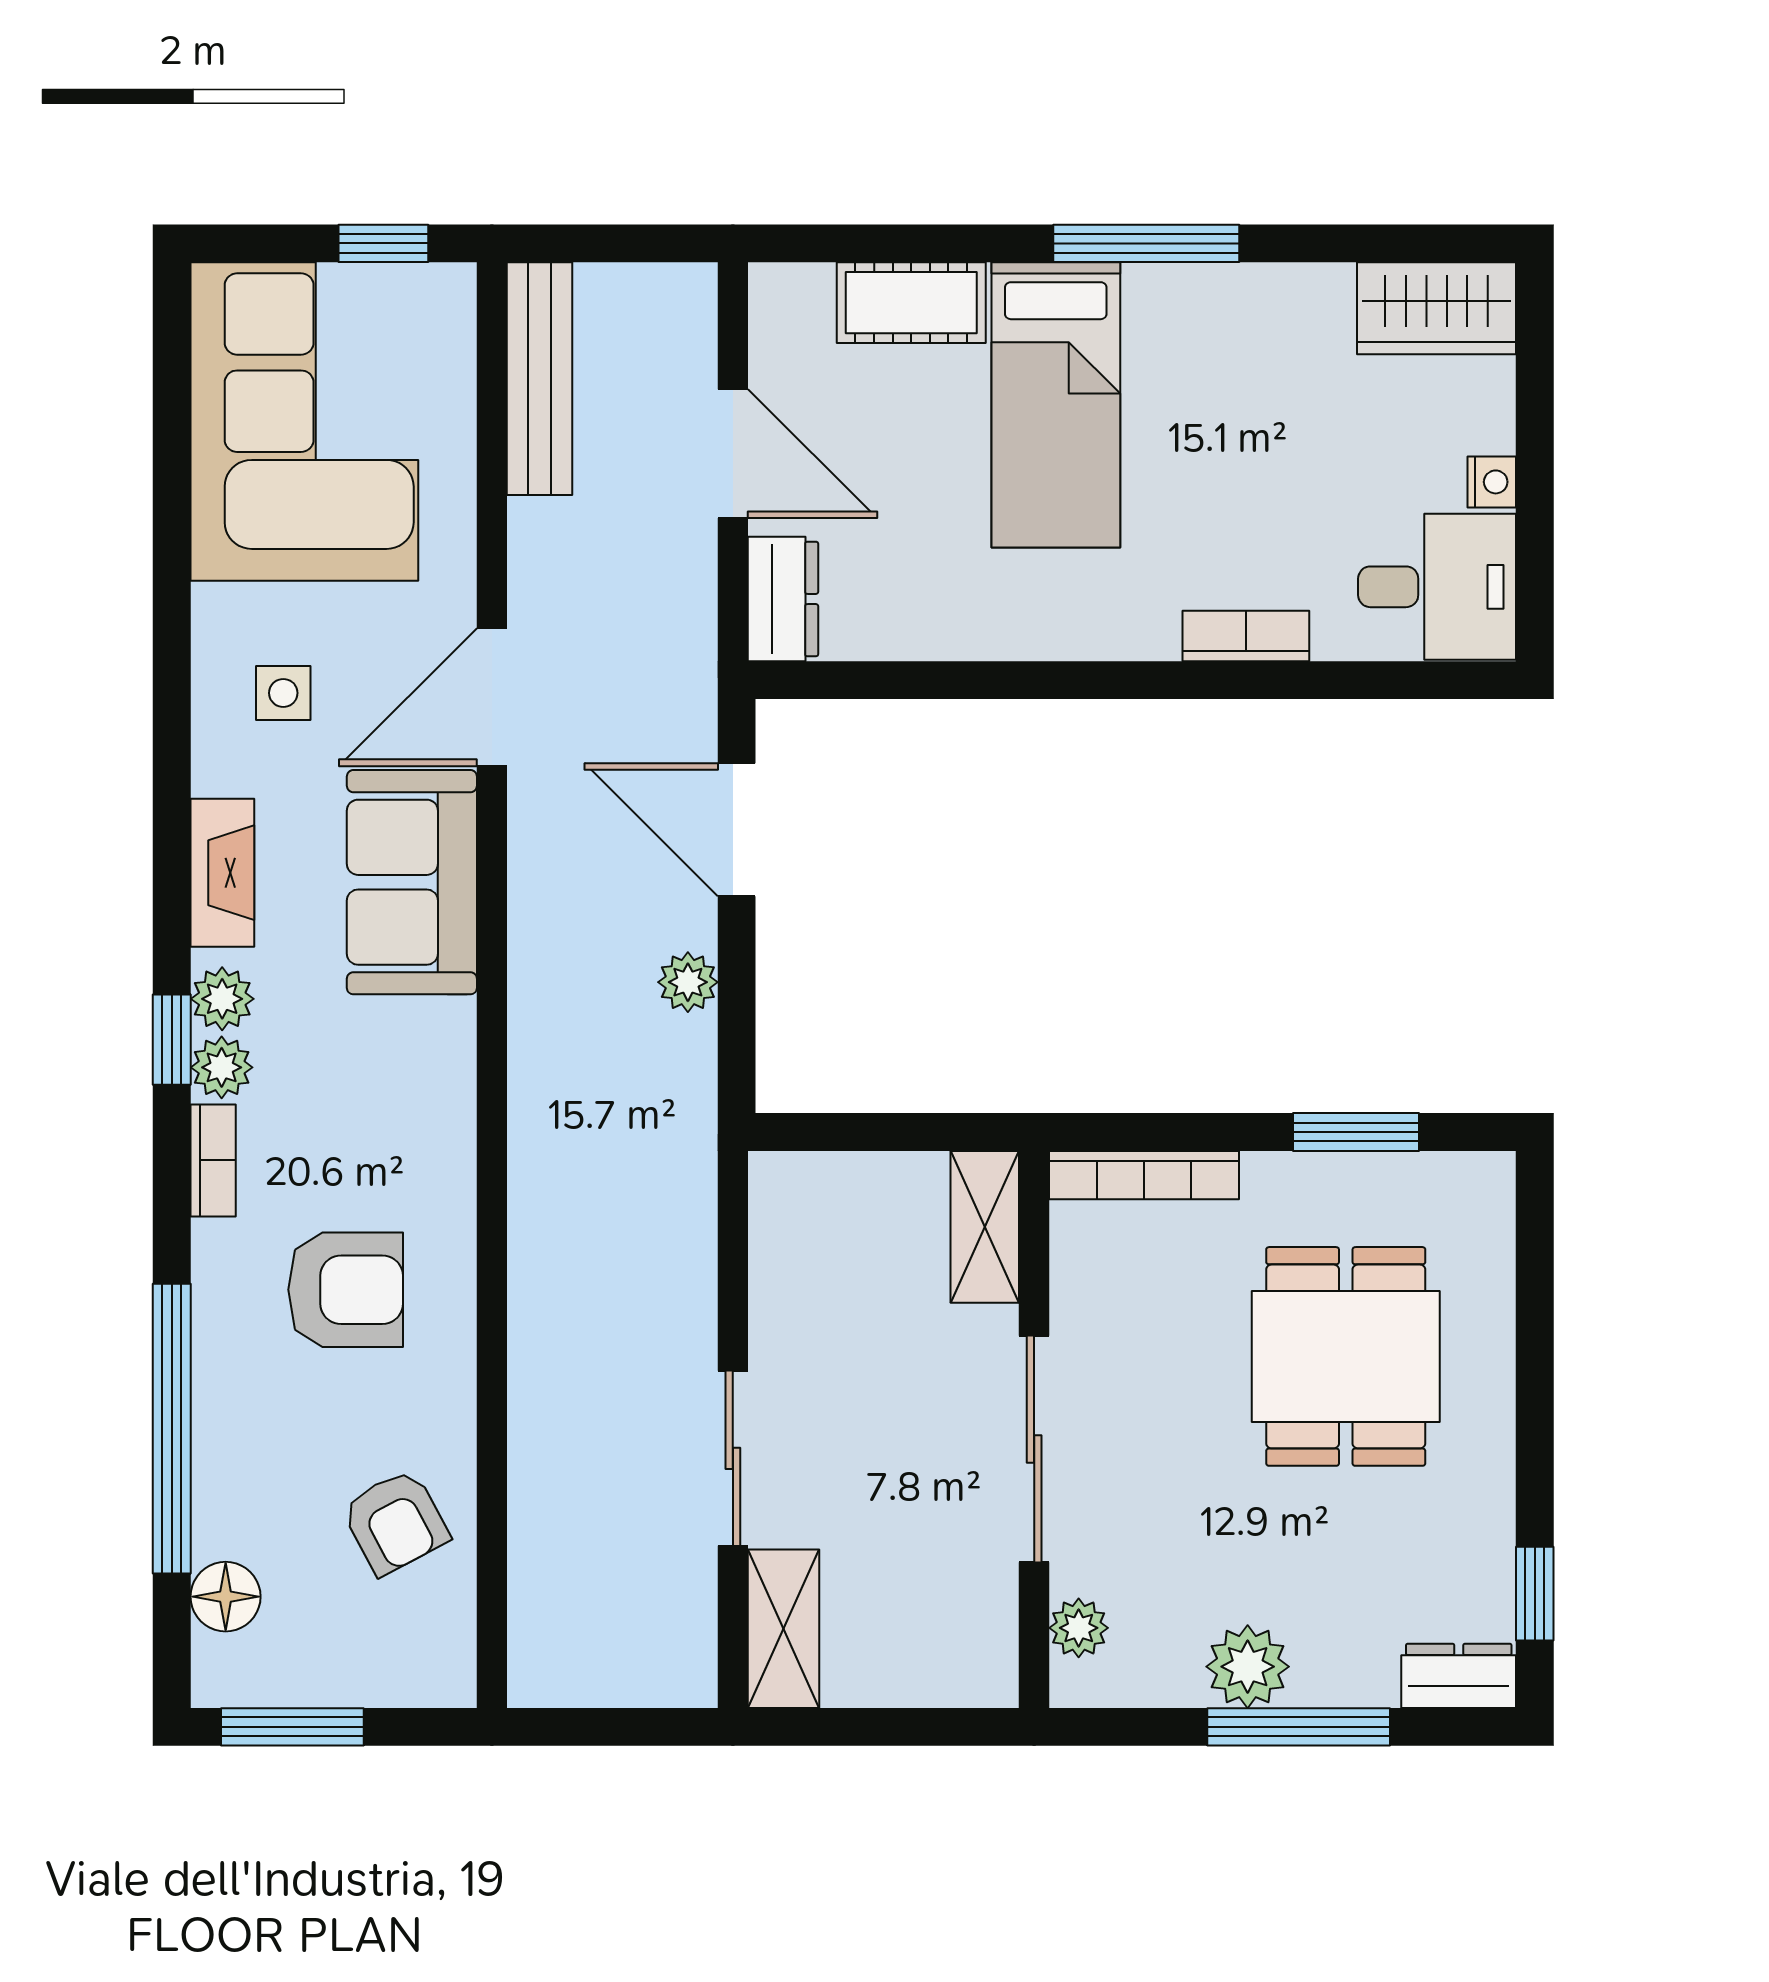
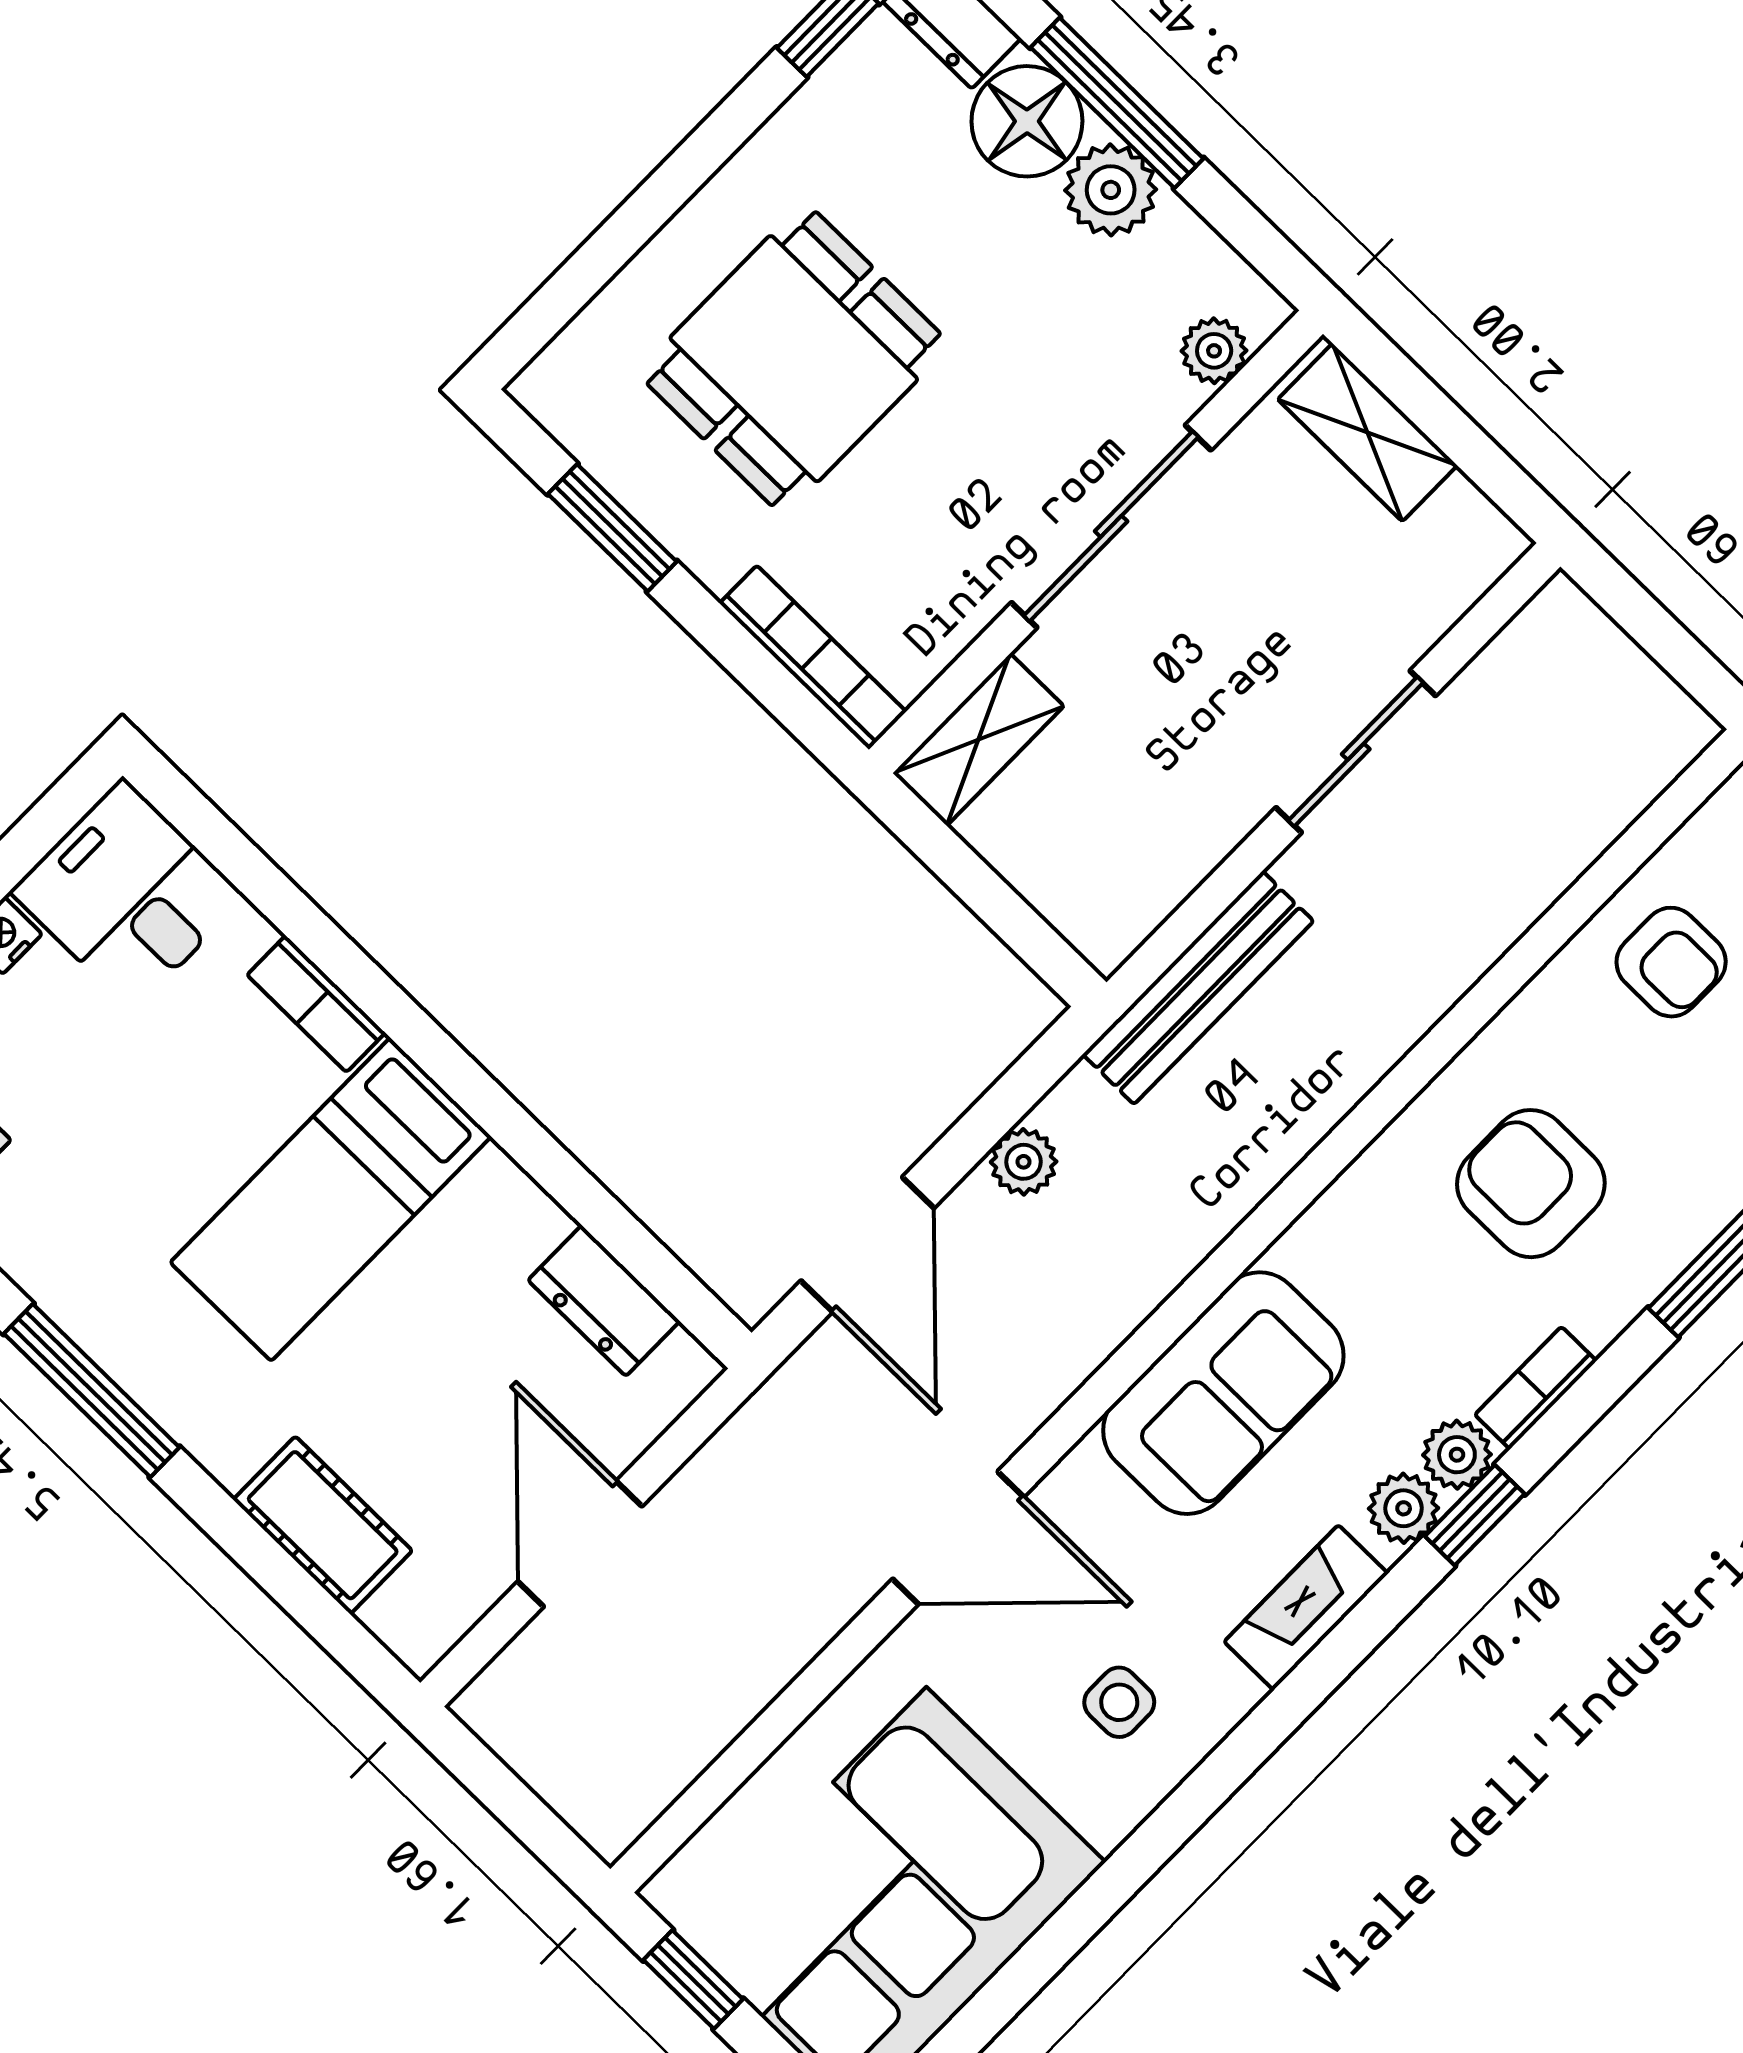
bench: (540, 379) -> (1198, 988), moved
bed: (1056, 405) -> (331, 1199), moved, turned 180
dresser: (783, 599) -> (604, 1301), moved, turned -90
sofa: (412, 882) -> (1223, 1393), moved
armchair: (395, 1522) -> (1671, 962), turned 118
shelving: (784, 1629) -> (1367, 432), moved, turned 90
floor lamp: (1345, 1658) -> (1027, 121), added

